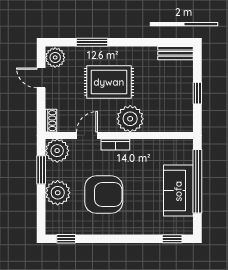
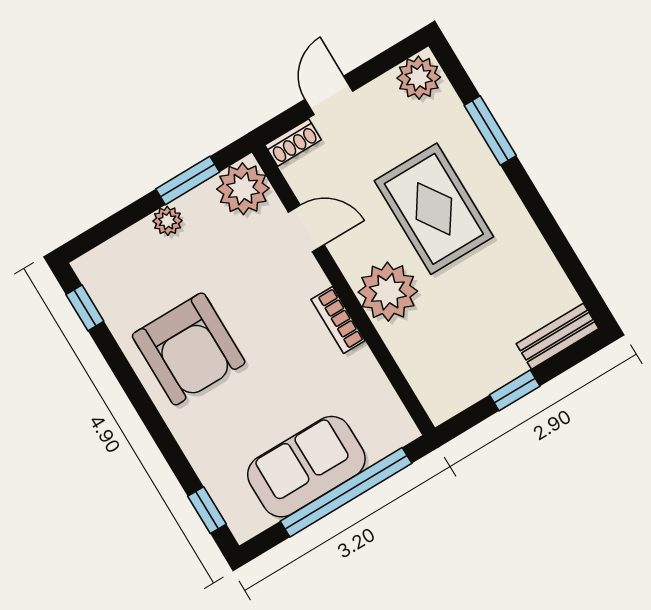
bench: (176, 53) -> (557, 336), moved, turned 90
door: (41, 78) -> (329, 95), moved
bookcase: (115, 144) -> (338, 320), moved
plant: (58, 193) -> (167, 221), width x0.53, depth x0.53
armchair: (104, 195) -> (189, 349), moved

